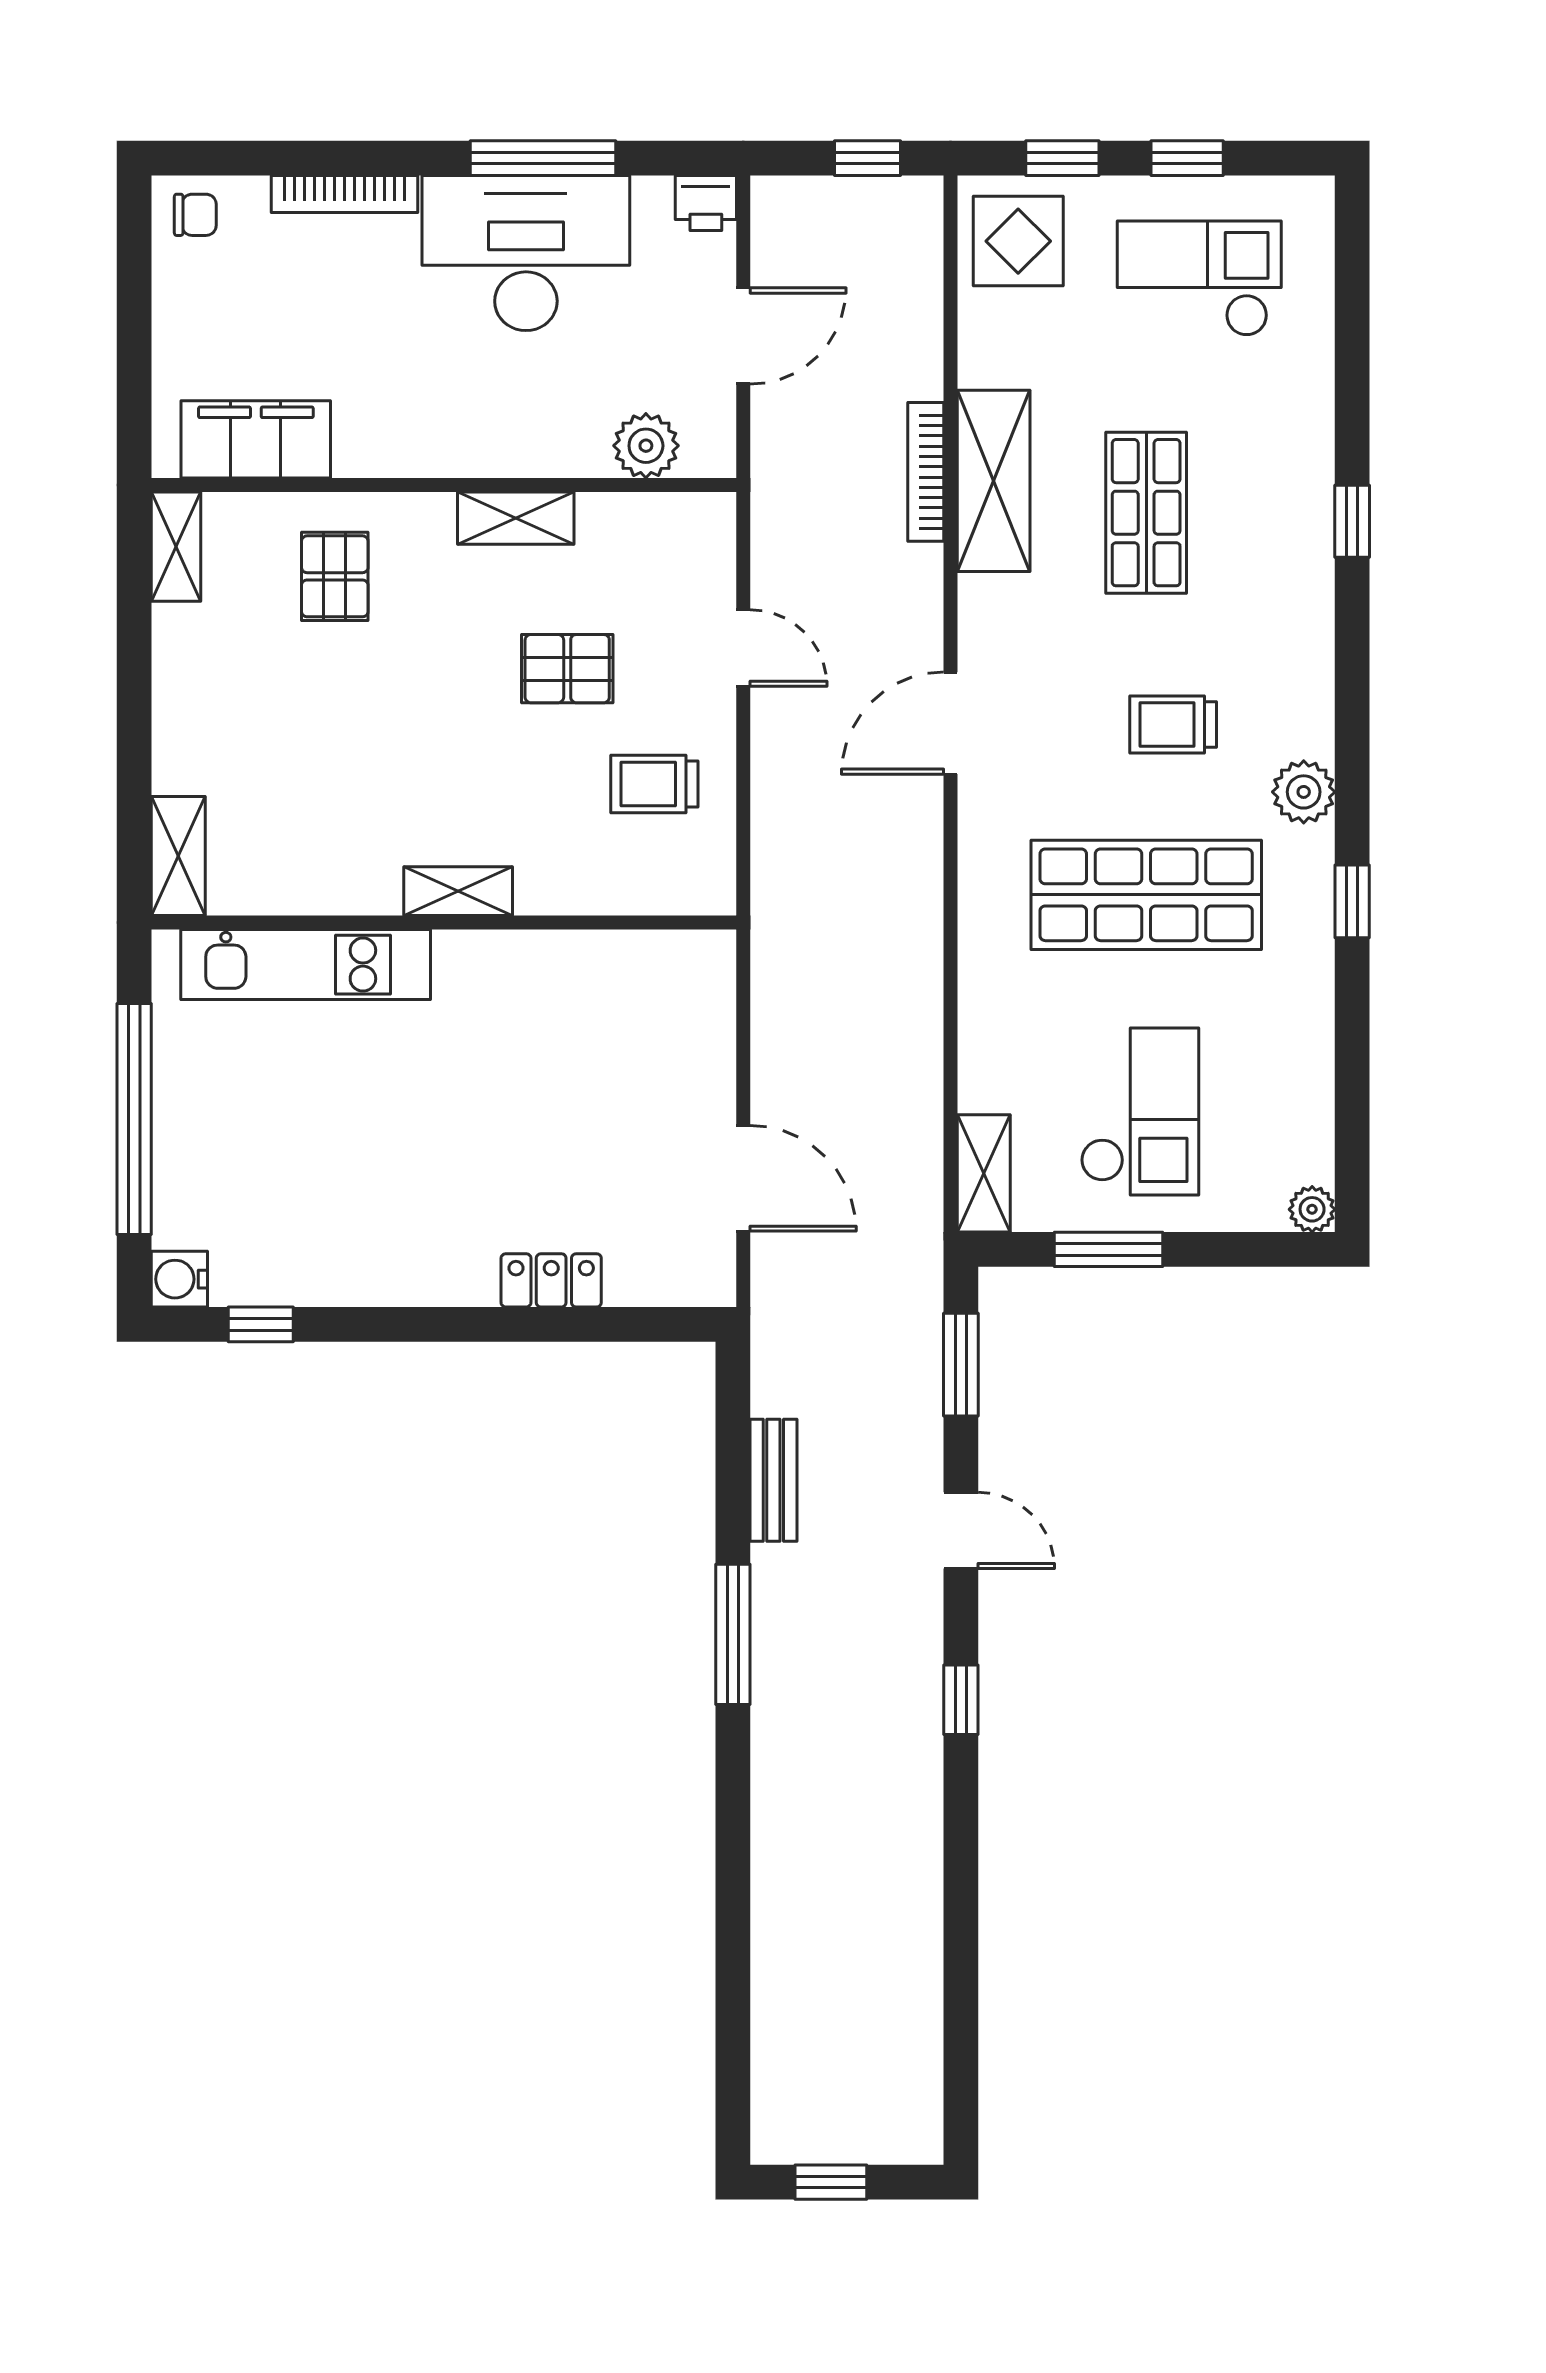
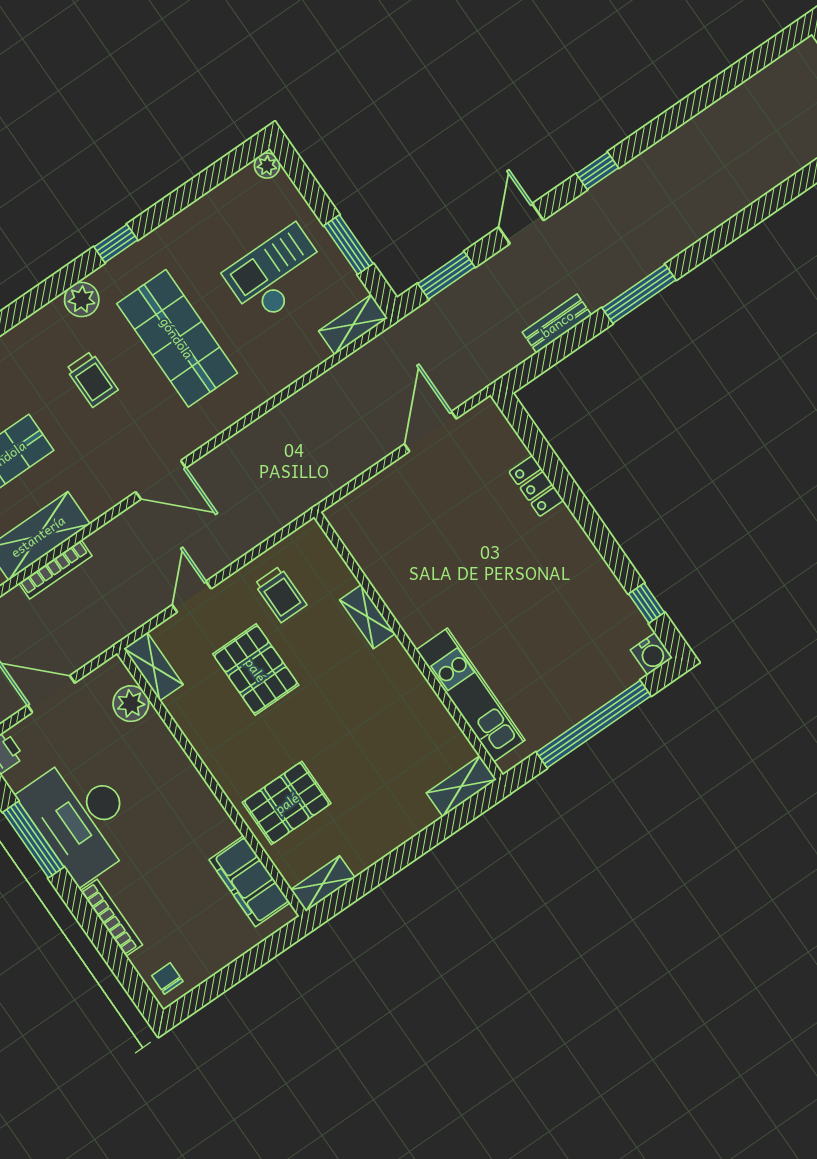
shelving: (516, 518) -> (153, 667), moved
pallet: (335, 576) -> (287, 803), width x1.50, depth x1.42
pallet: (567, 669) -> (256, 670), width x1.50, depth x1.42
shelving: (458, 891) -> (367, 617), moved

